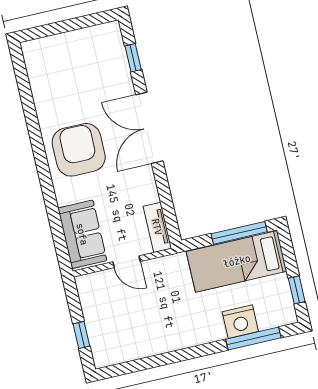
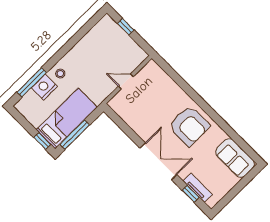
tv unit: (157, 227) -> (198, 188), moved
sofa: (82, 234) -> (235, 158), moved
window: (297, 290) -> (42, 141), moved
stool: (208, 327) -> (60, 74), added

